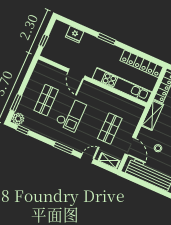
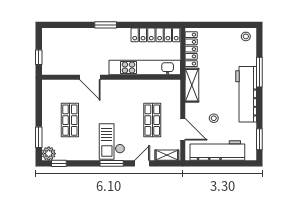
fridge: (75, 34) -> (69, 35), removed
checkout: (71, 114) -> (112, 141), moved, turned 180

